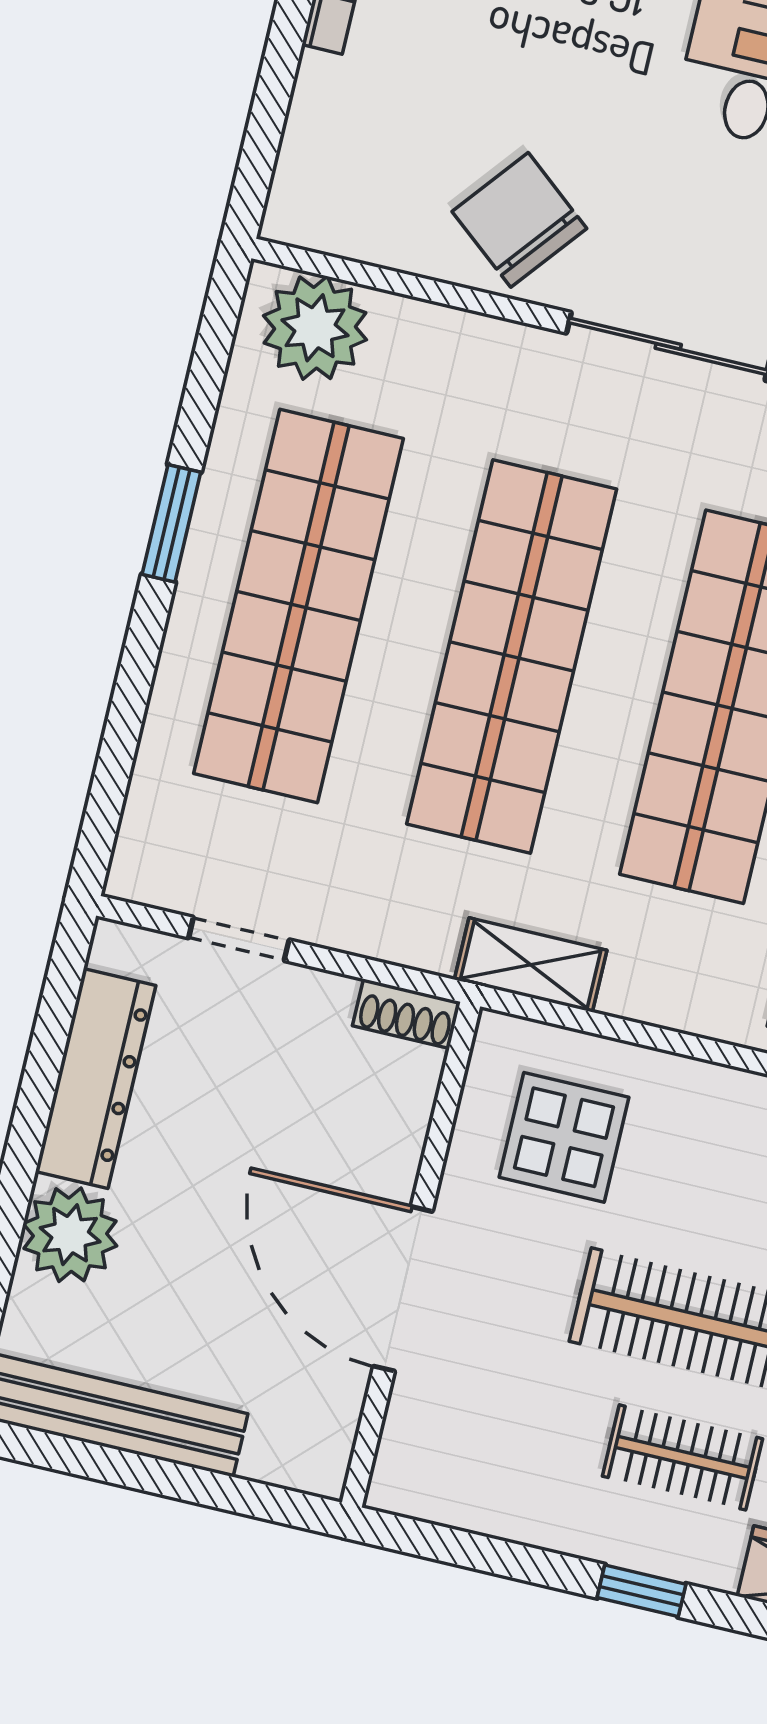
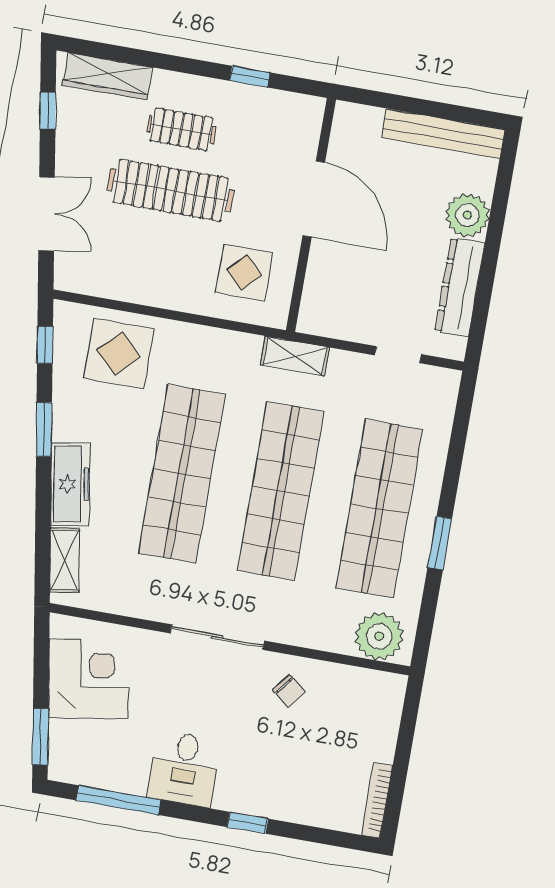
chair: (519, 220) -> (289, 691), width x0.54, depth x0.54
shelving: (531, 965) -> (295, 356), moved
shoe rack: (406, 1014) -> (319, 325), removed
window: (642, 1591) -> (250, 77), moved

